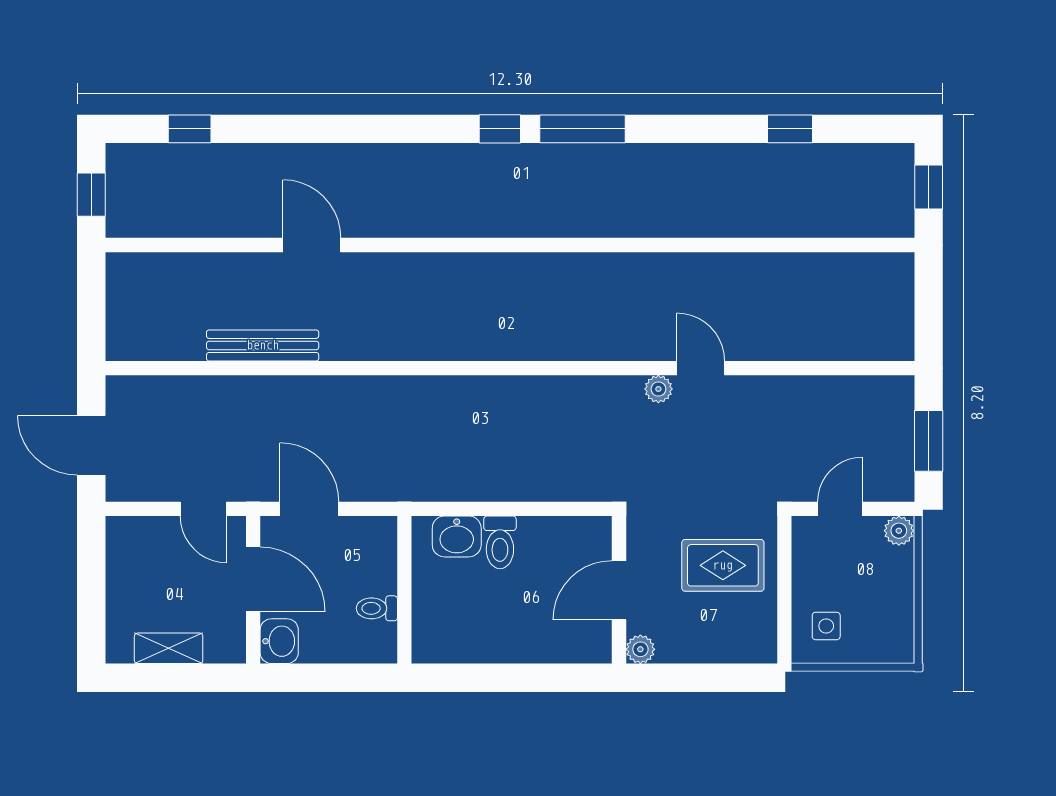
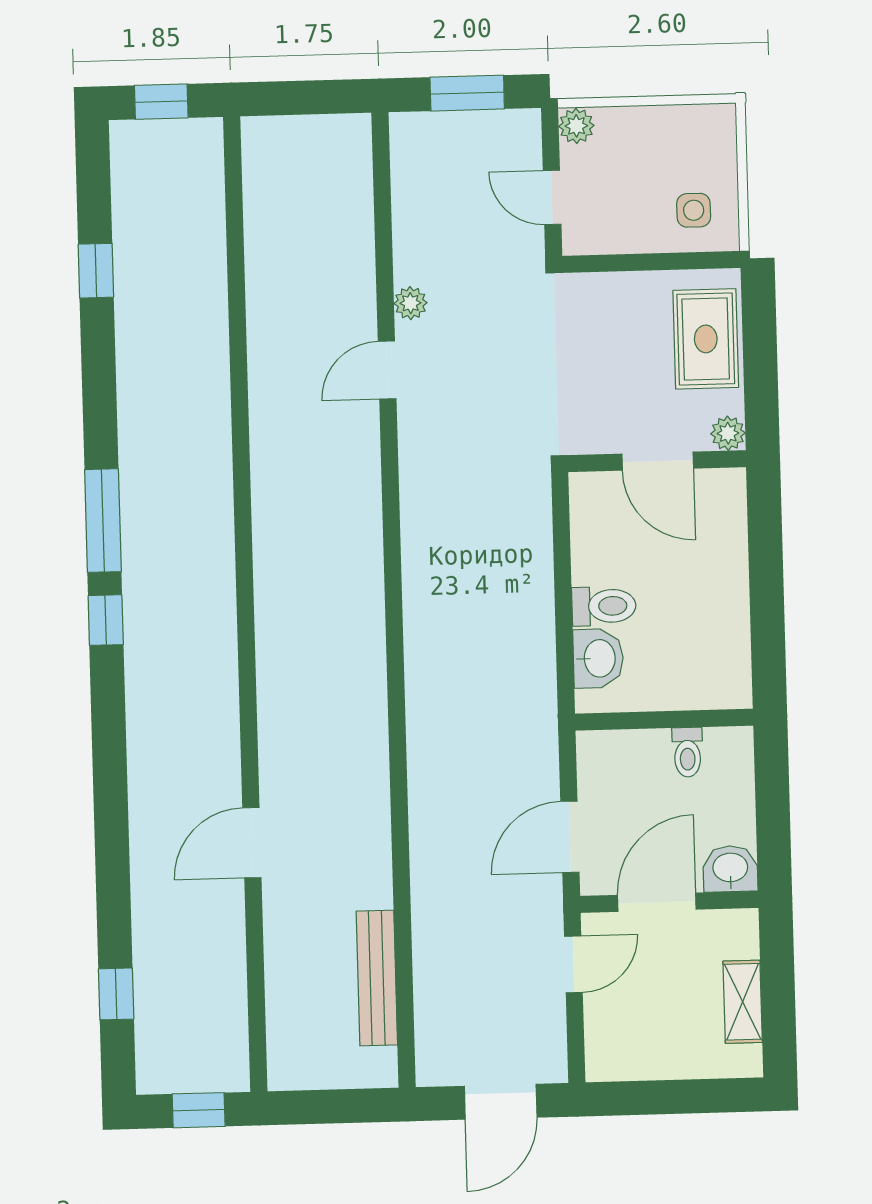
bench: (263, 345) -> (377, 978), moved
plant: (658, 389) -> (410, 303), moved
rug: (723, 565) -> (706, 339), moved

